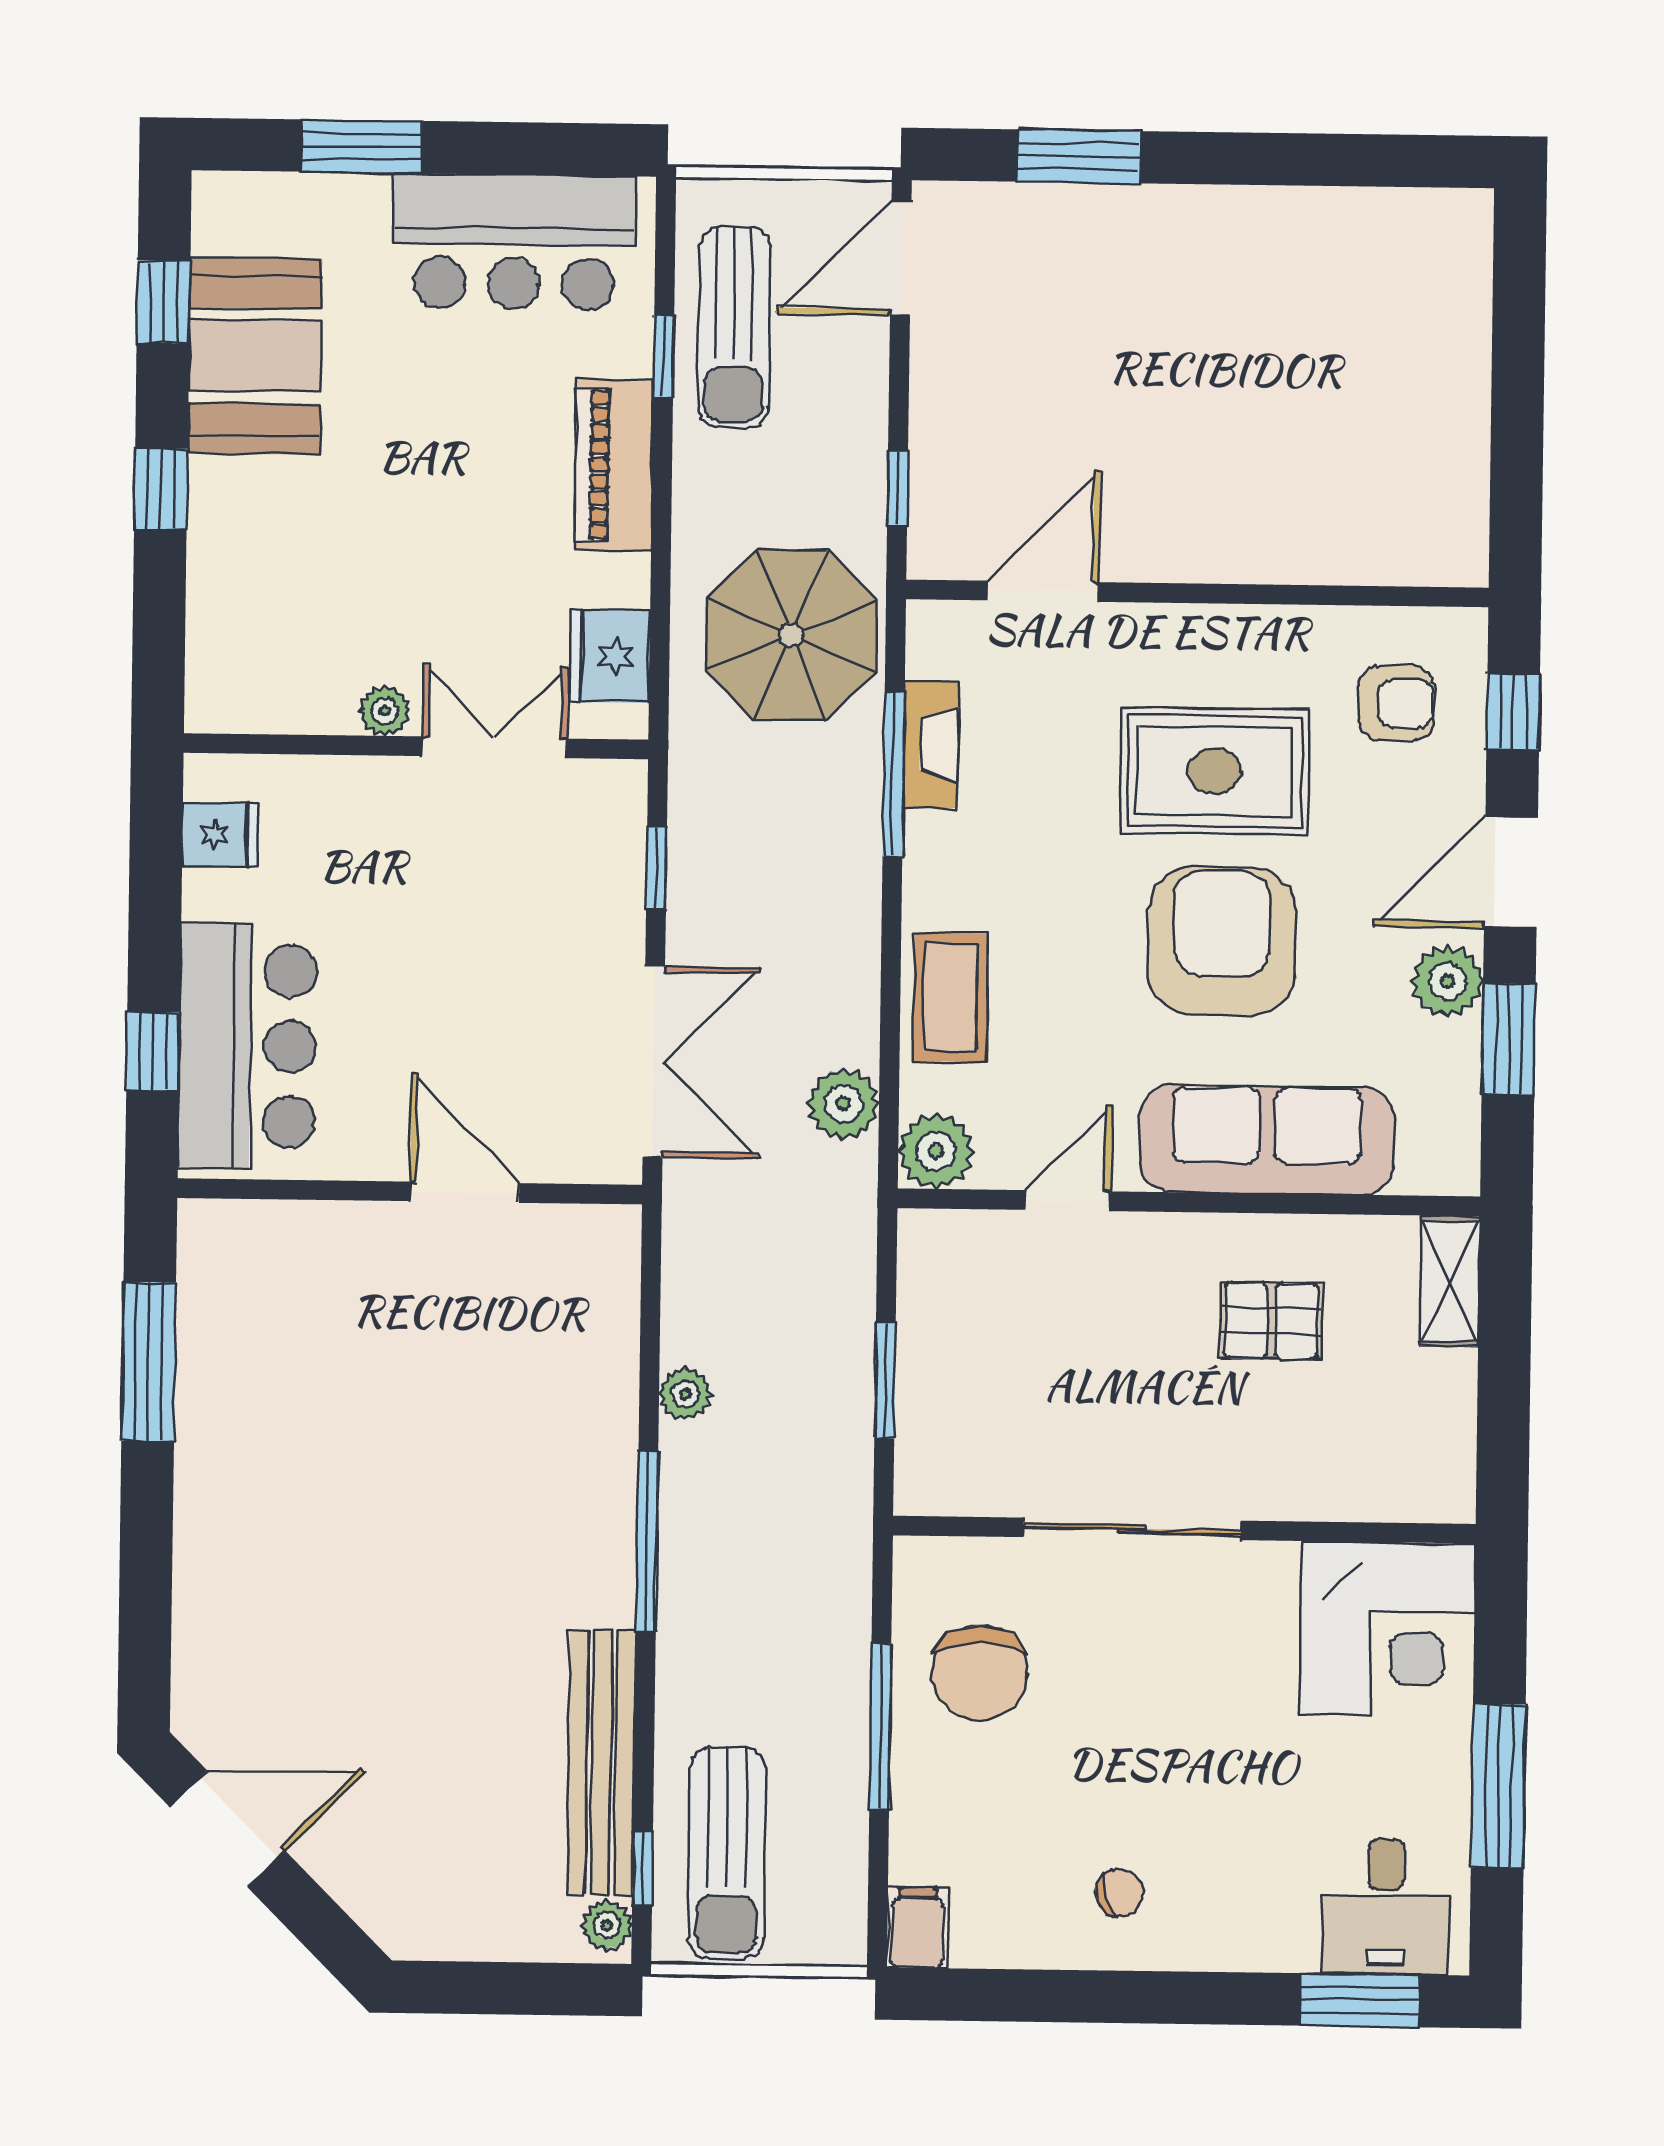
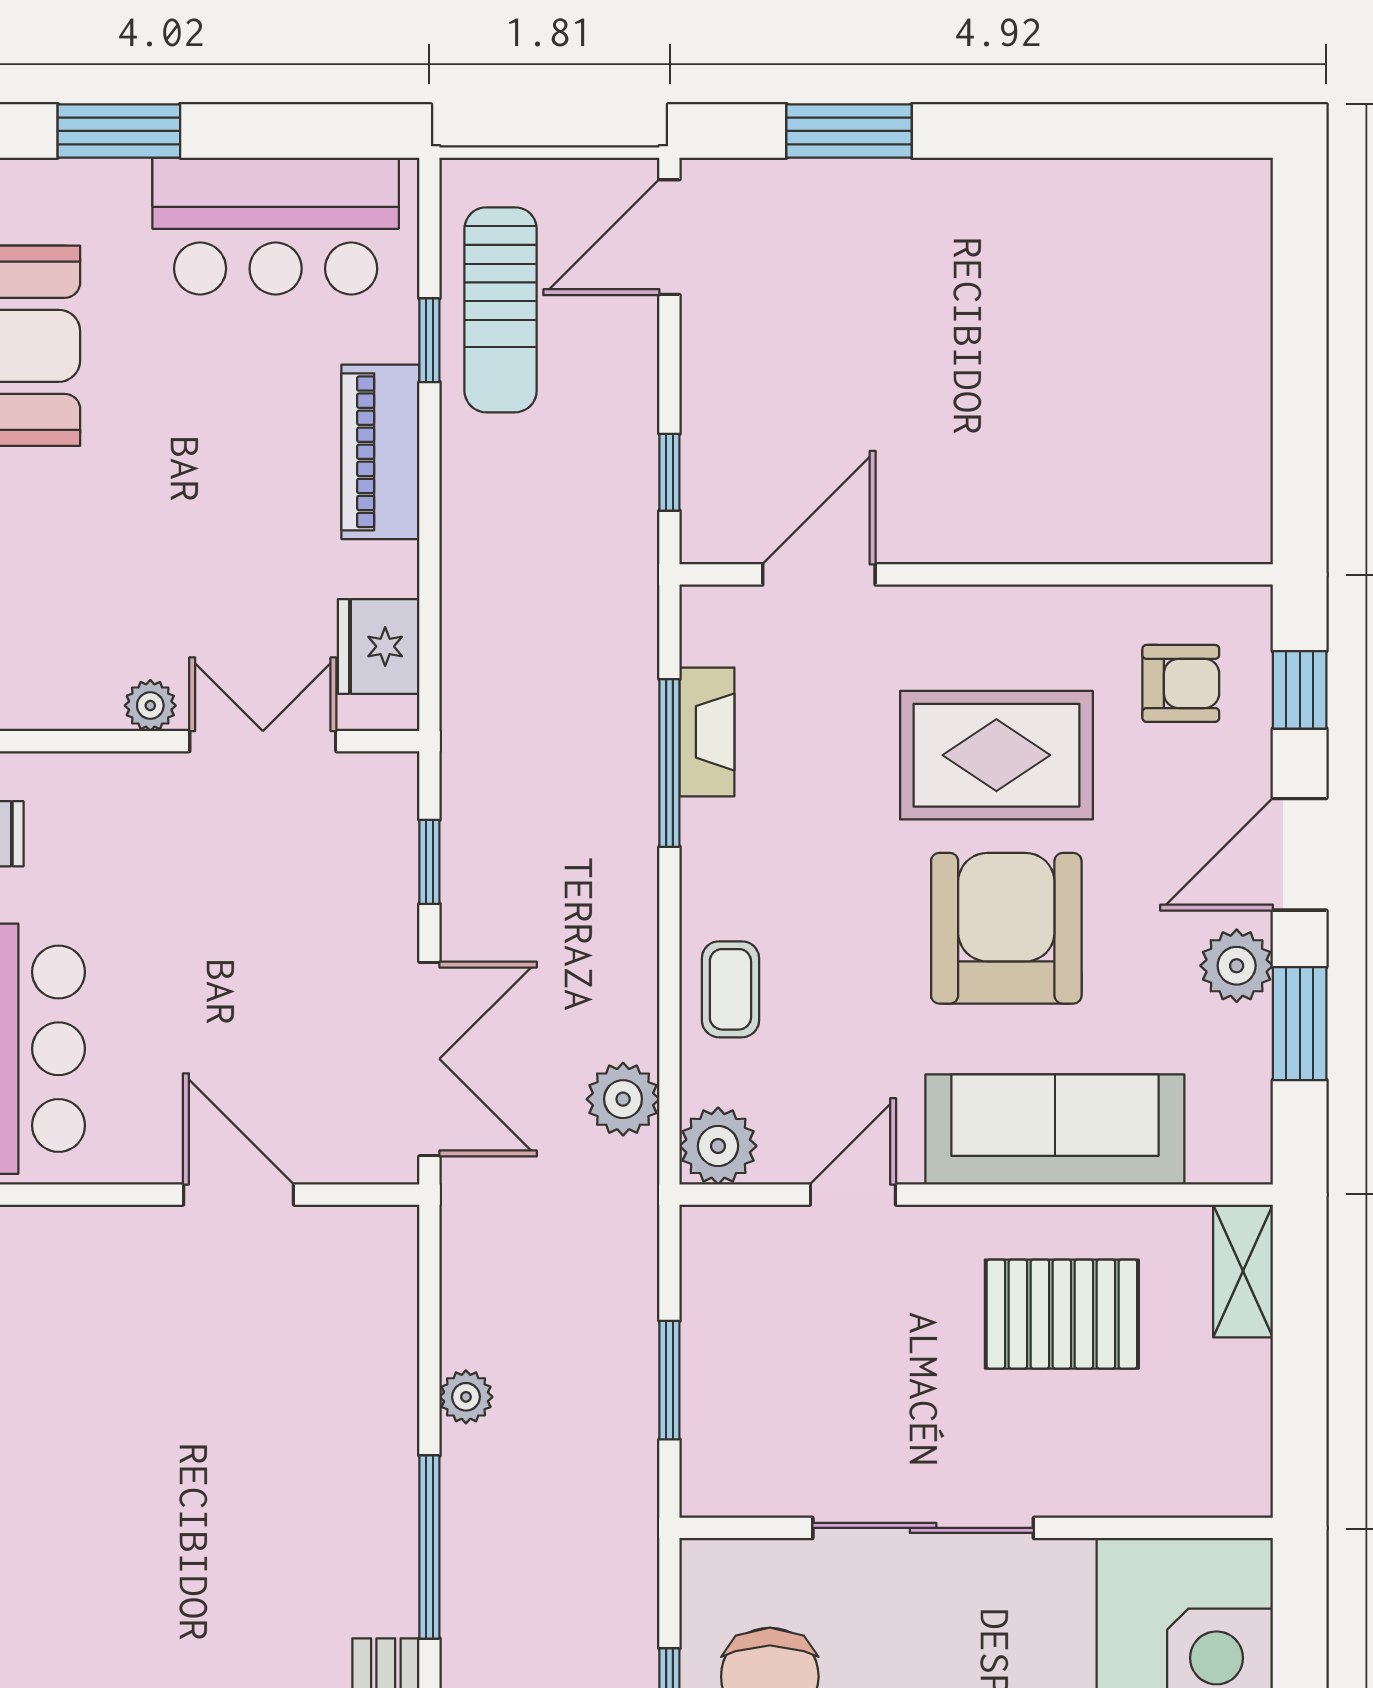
parasol: (791, 635) -> (563, 623), removed
coffee table: (950, 997) -> (730, 989), width x0.73, depth x0.77
pallet: (1271, 1321) -> (1062, 1314), width x1.50, depth x1.42

